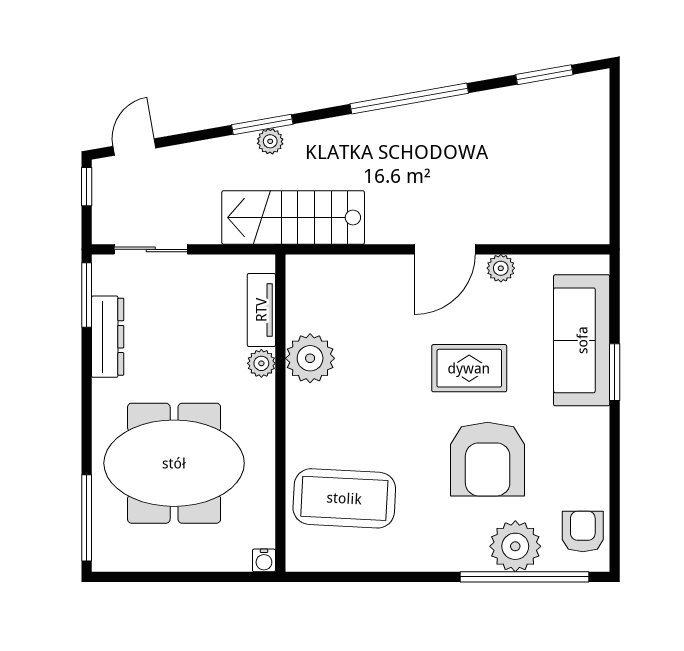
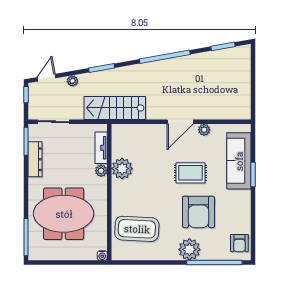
plant: (270, 141) -> (72, 81), moved
armchair: (583, 531) -> (239, 243), turned 180
plant: (515, 546) -> (189, 249), moved

